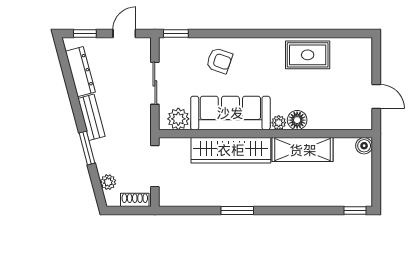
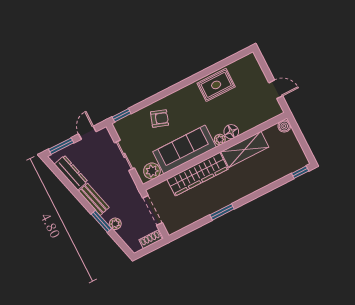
window: (85, 34) -> (61, 146), width x1.50
plant: (108, 182) -> (115, 224), moved

